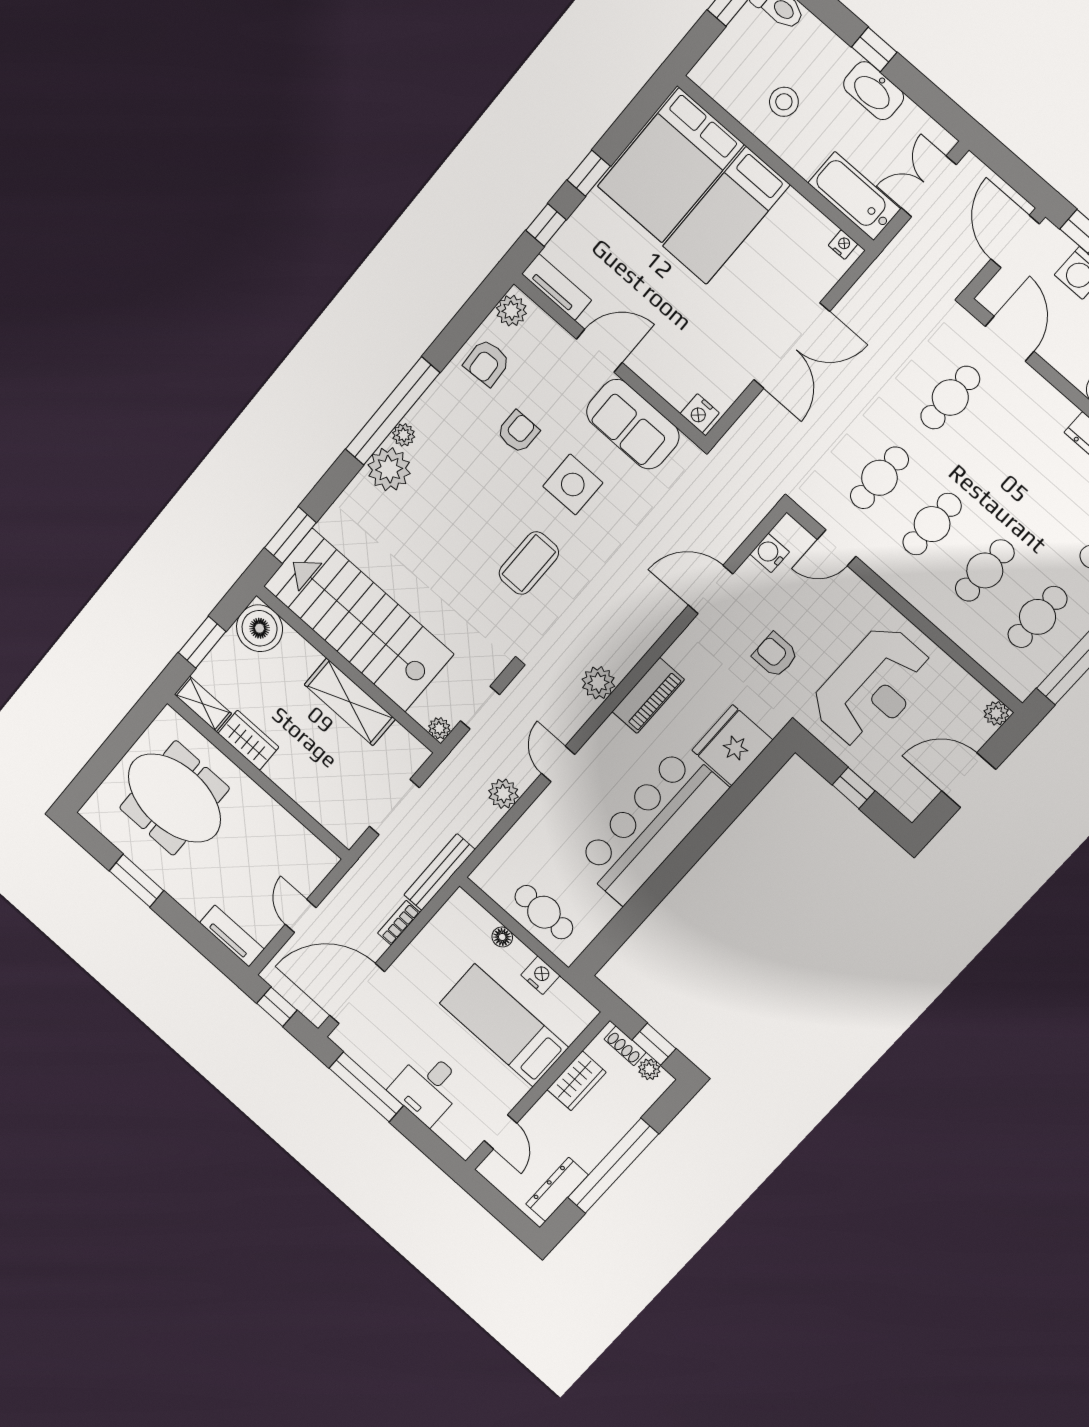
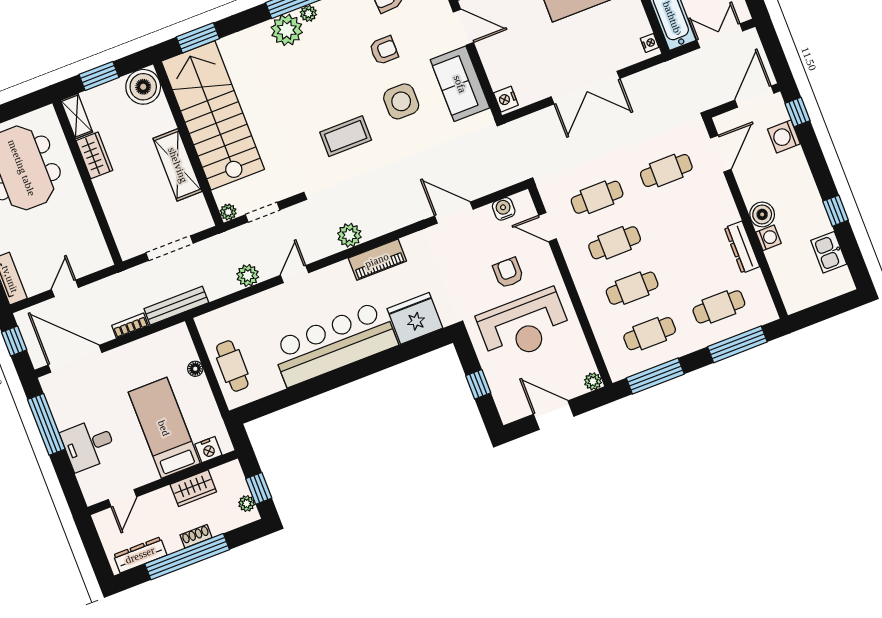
armchair: (775, 655) -> (508, 273), moved
nightstand: (540, 975) -> (208, 450), moved, turned 90
shoe rack: (625, 1046) -> (196, 536), moved, turned 90

